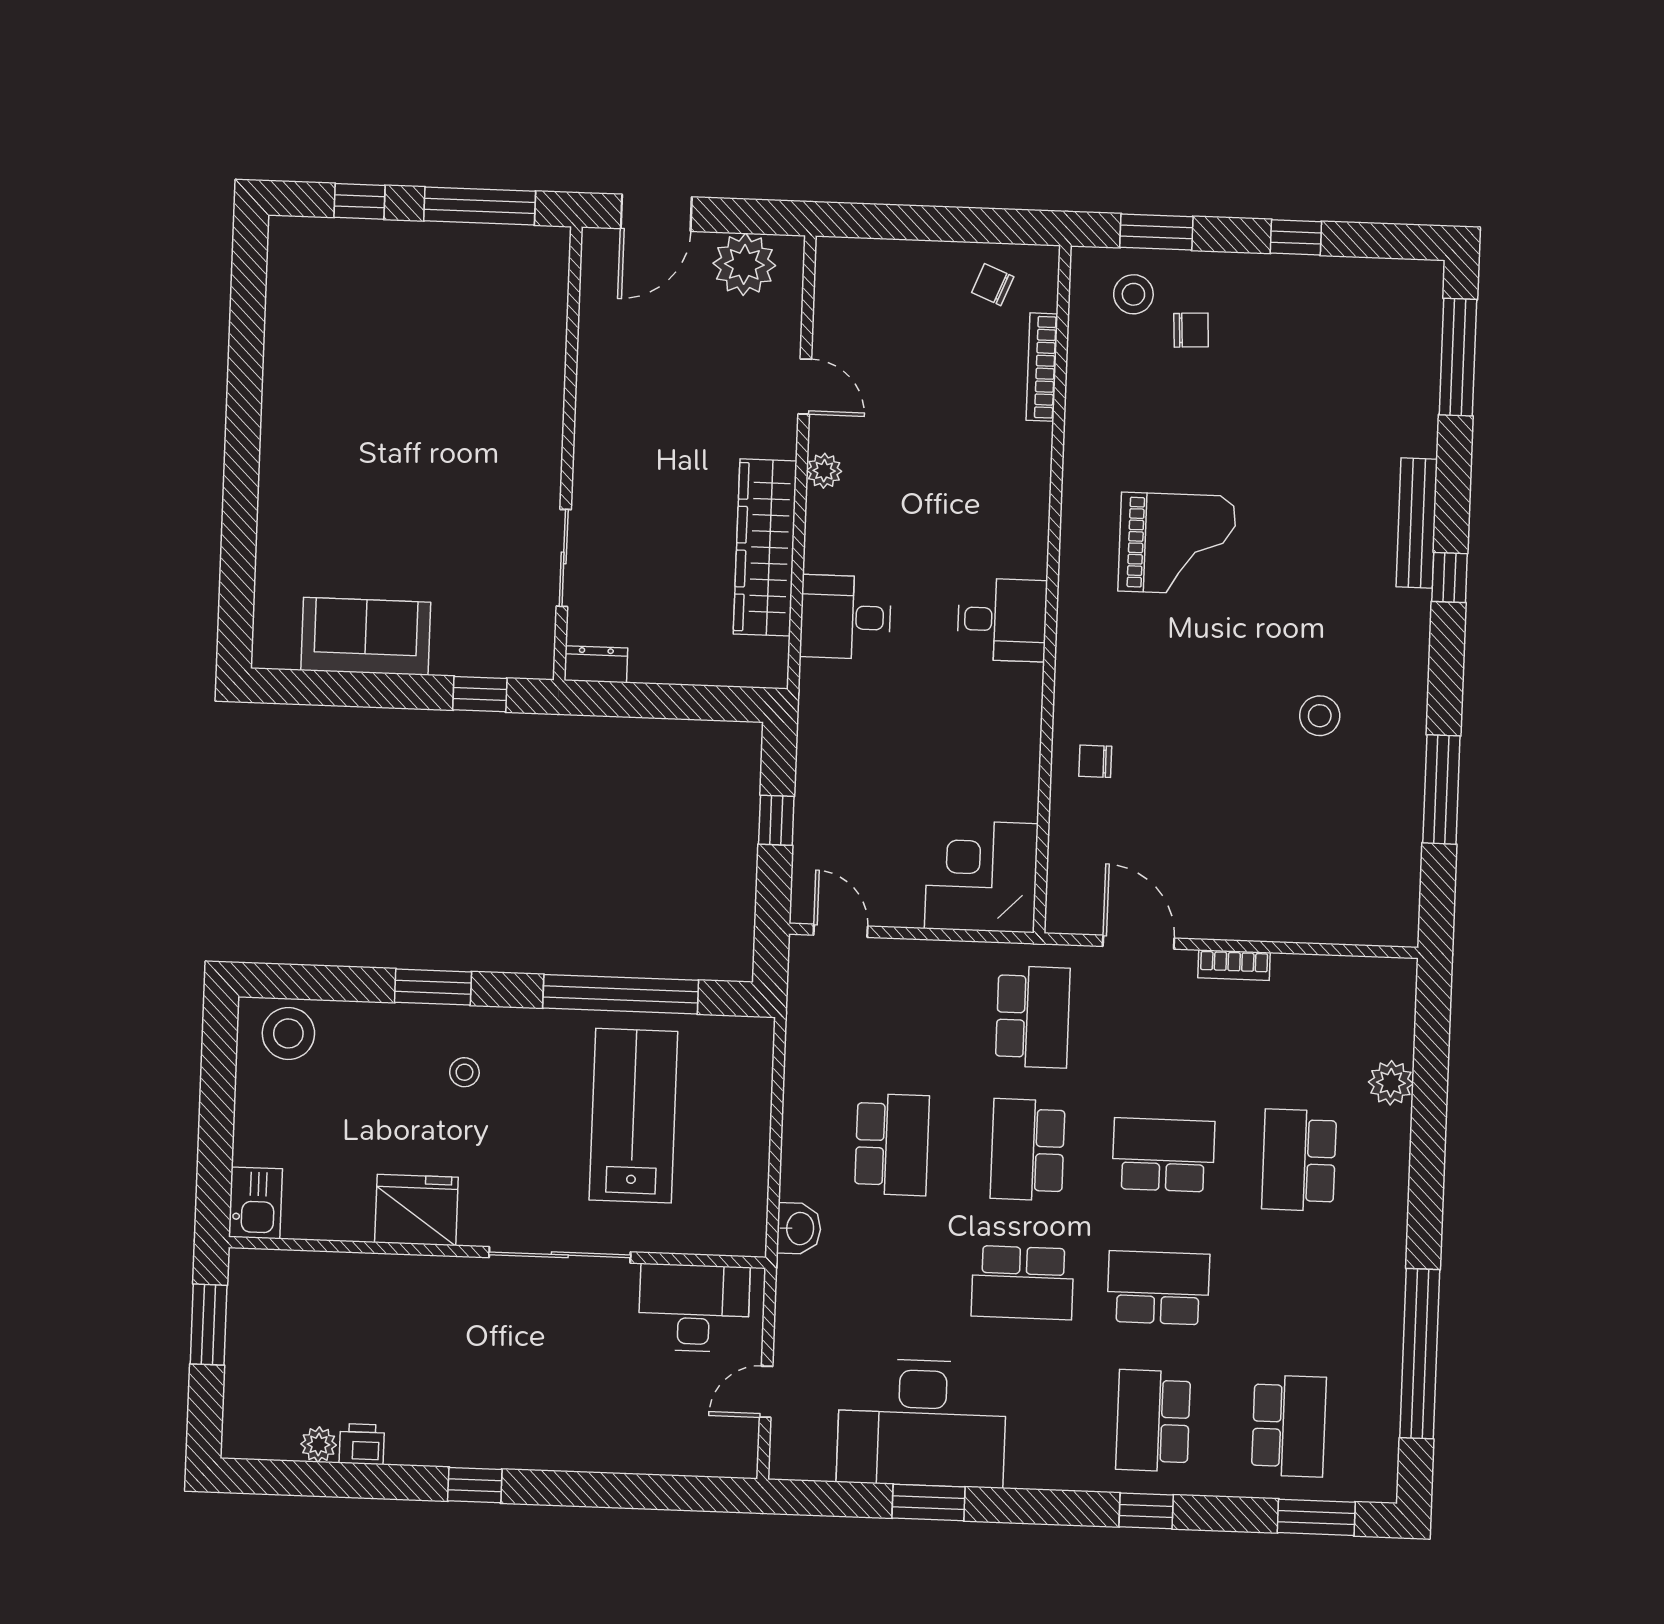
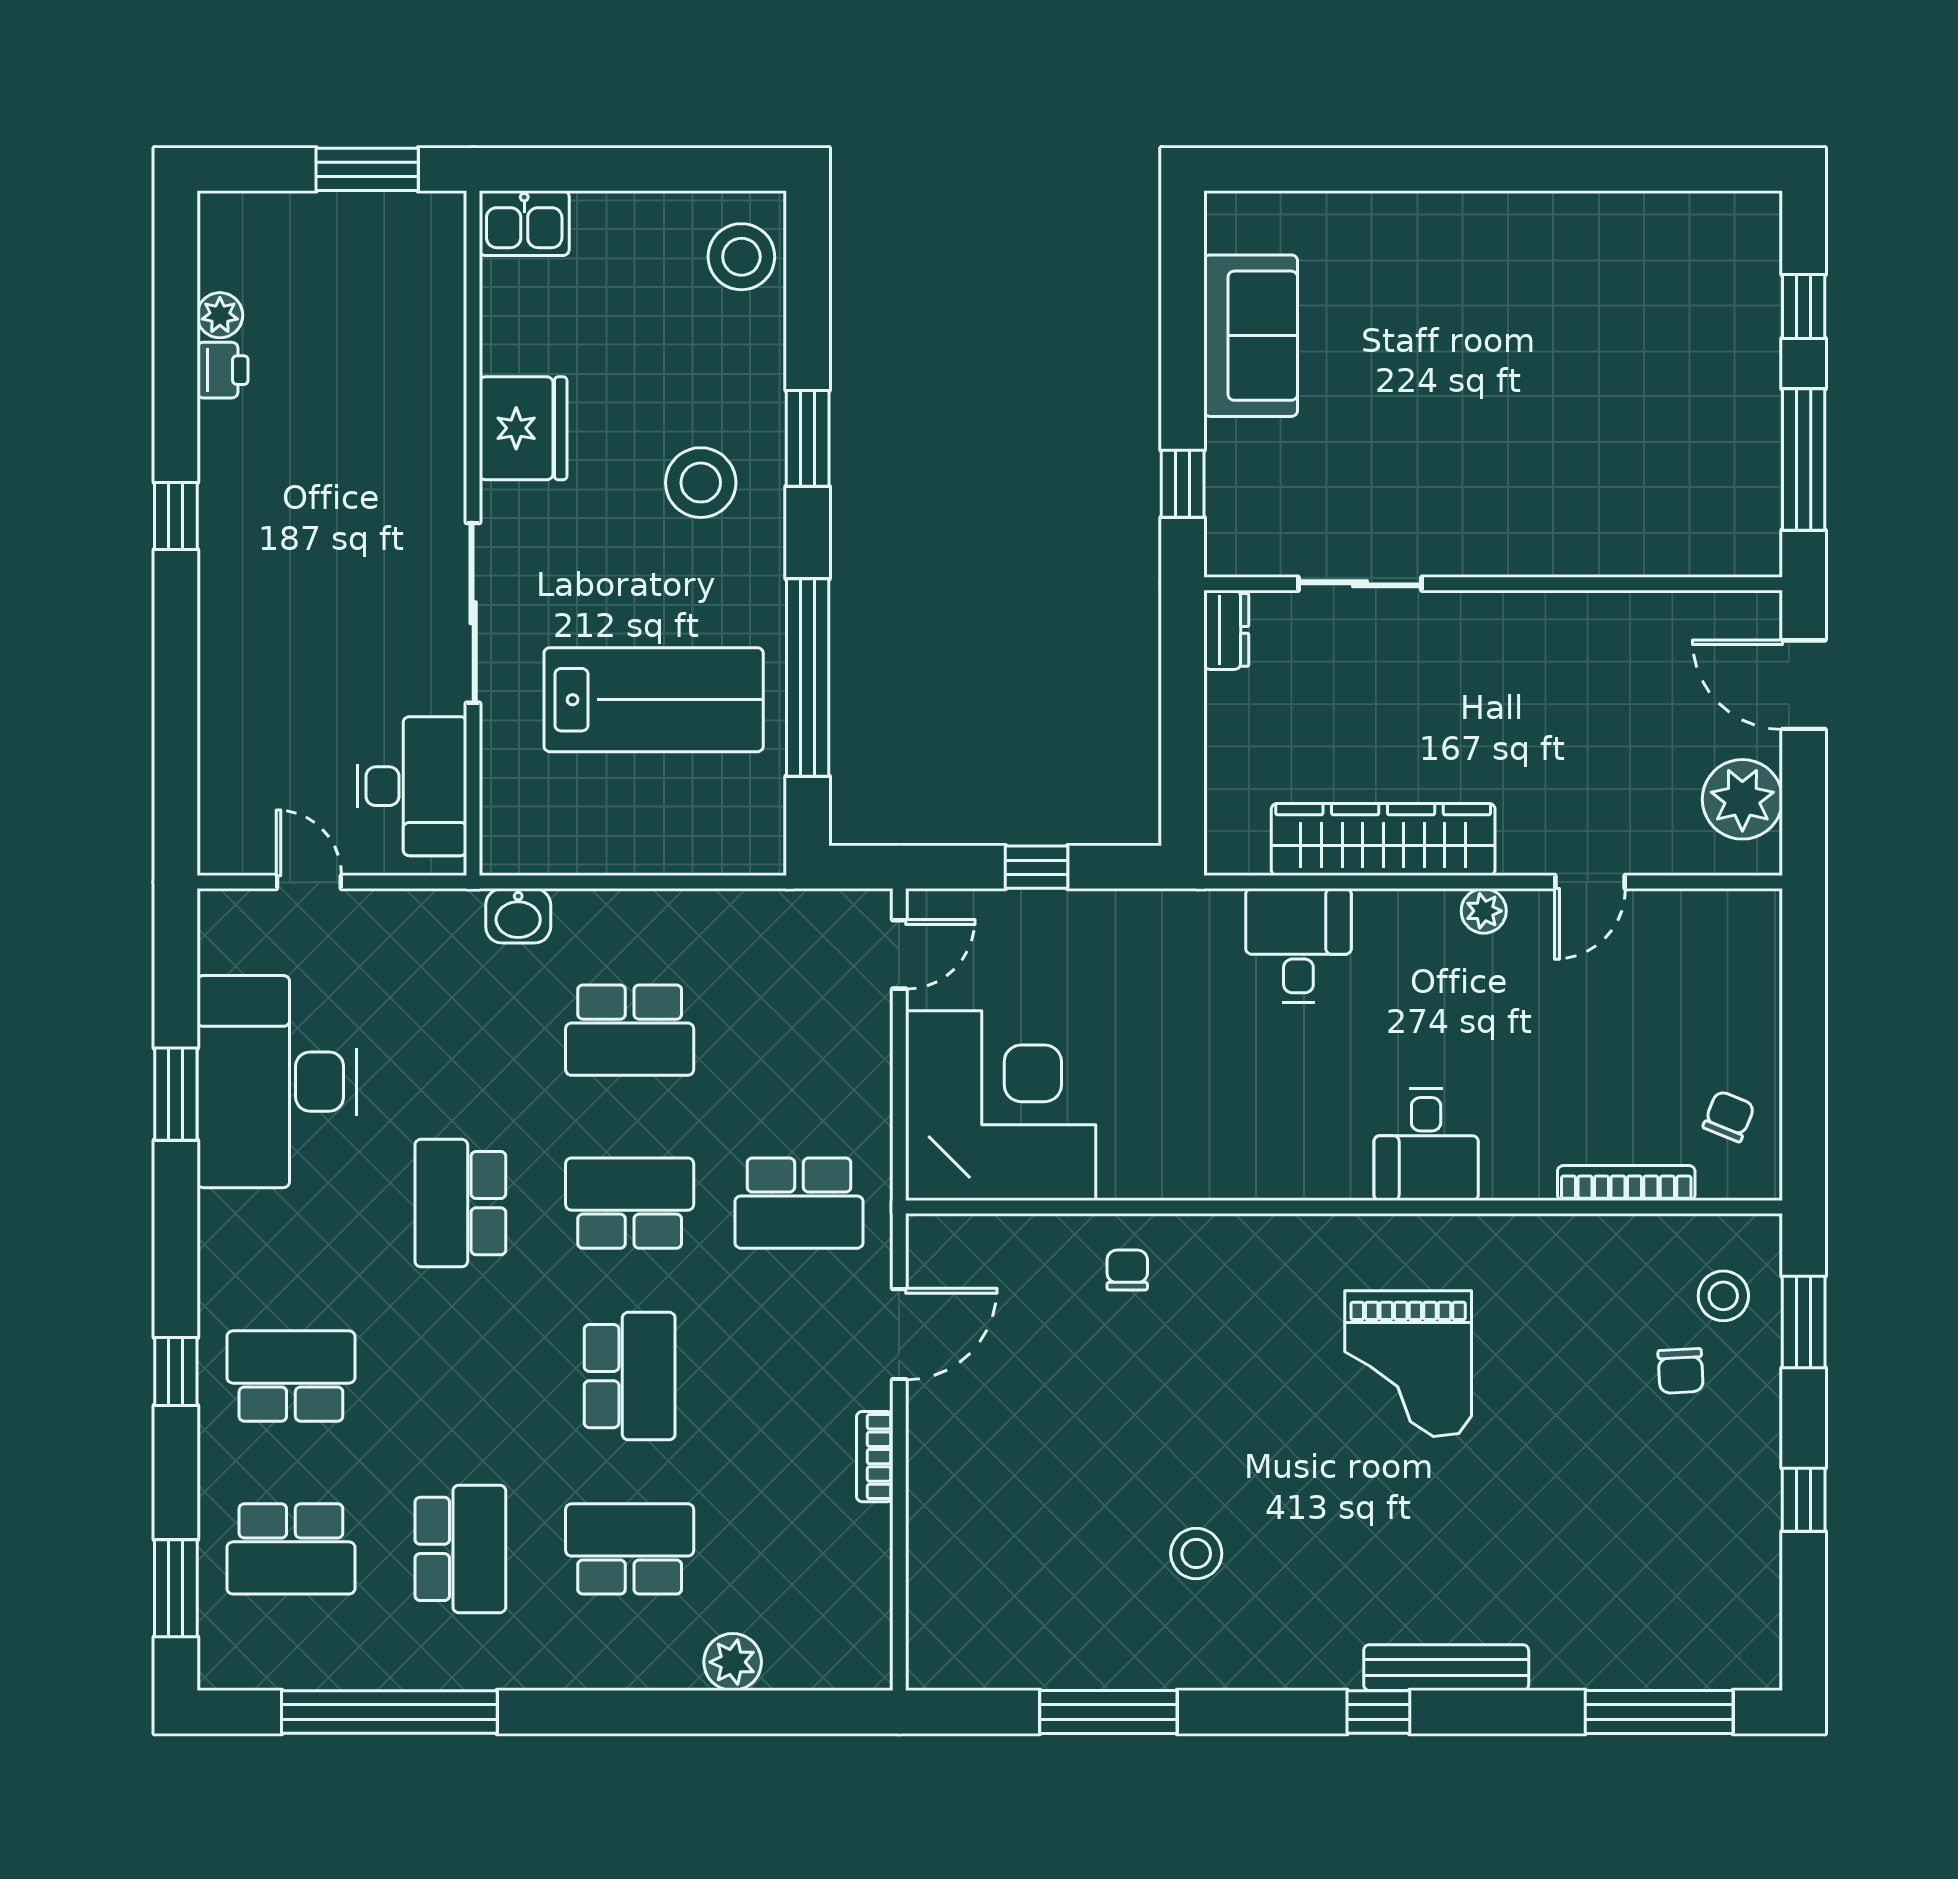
desk: (1002, 620) -> (1426, 1145), moved
corner desk: (981, 876) -> (1001, 1106), width x1.36, depth x1.36
stool: (464, 1072) -> (701, 483), width x1.89, depth x1.89
school desk: (1158, 1288) -> (460, 1549), moved

